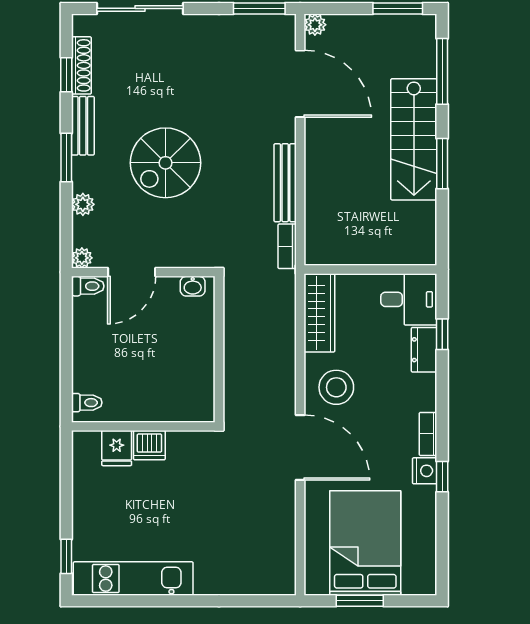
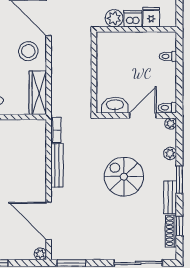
spiral stairs: (165, 163) -> (124, 177), turned -90
washbasin: (193, 286) -> (115, 105), width x1.91, depth x1.45
toilet: (87, 403) -> (168, 56), moved
plant: (183, 446) -> (114, 18), added

